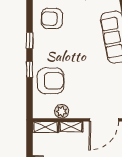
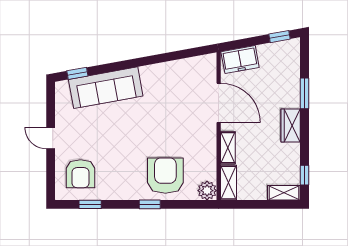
window: (30, 40) -> (90, 204), moved
plant: (62, 111) -> (207, 191), moved

